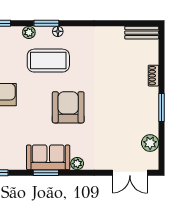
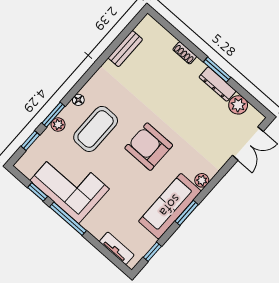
window: (46, 23) -> (53, 115), moved
bench: (142, 33) -> (125, 49), moved
dresser: (152, 116) -> (217, 84), added
sofa: (48, 157) -> (170, 206), width x1.36

